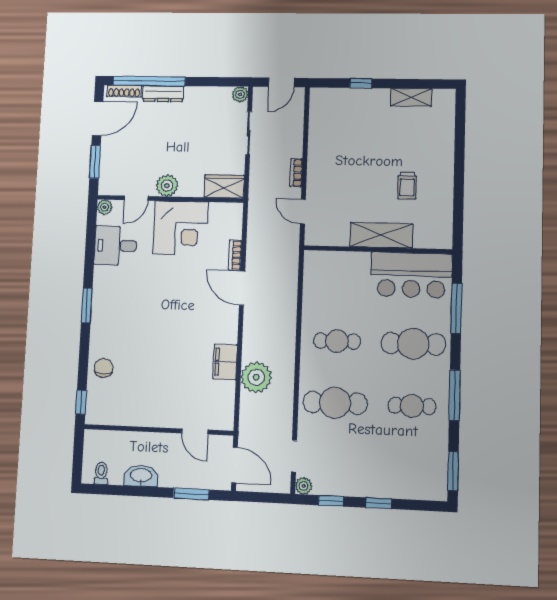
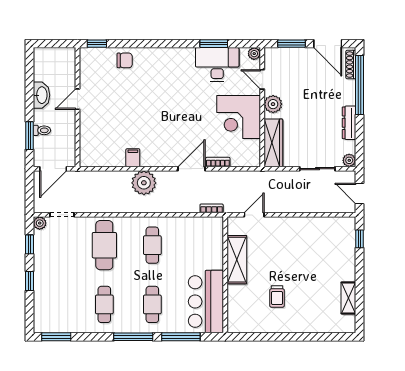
window: (361, 83) -> (360, 239), moved
dresser: (163, 94) -> (349, 123), moved
bookcase: (296, 173) -> (212, 208), moved
trolley: (407, 185) -> (277, 296), turned -90
wardrobe: (224, 186) -> (273, 143), width x1.50
shelving: (381, 235) -> (237, 260), moved
desk: (115, 246) -> (217, 64), width x1.37
window: (87, 305) -> (214, 44), moved
cafe table: (413, 344) -> (152, 304), width x0.73, depth x0.74
filing cabinet: (225, 362) -> (133, 158), width x0.50
plant: (256, 377) -> (144, 183), moved
window: (455, 395) -> (133, 337), moved
door: (195, 432) -> (78, 99), moved
toilet: (101, 473) -> (42, 130), moved

